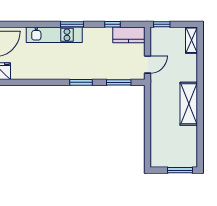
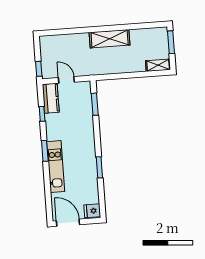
shelving: (191, 40) -> (158, 65), moved
door: (147, 65) -> (66, 80), moved
window: (81, 82) -> (99, 167), moved

